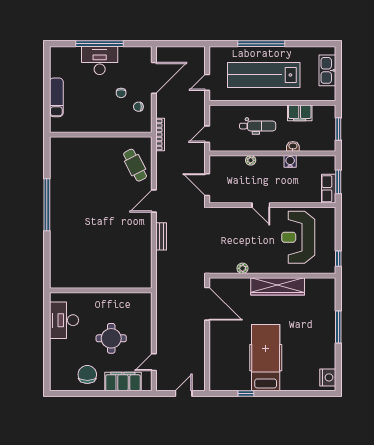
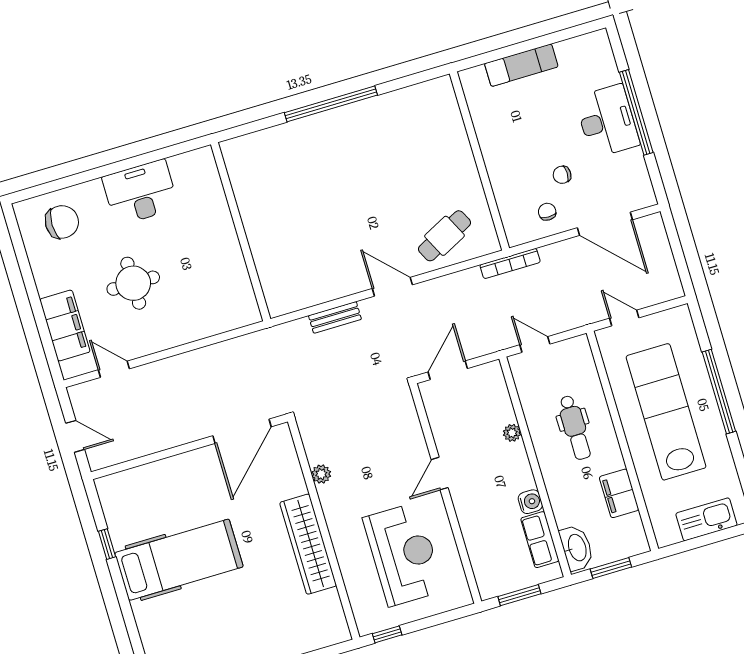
washbasin: (293, 146) -> (577, 548), moved, width x1.91, depth x1.45
row of seats: (329, 189) -> (540, 540), moved, turned -90
reception desk: (298, 237) -> (403, 554), turned 90
wall: (101, 290) -> (241, 232), moved
chair: (87, 374) -> (62, 222), moved

